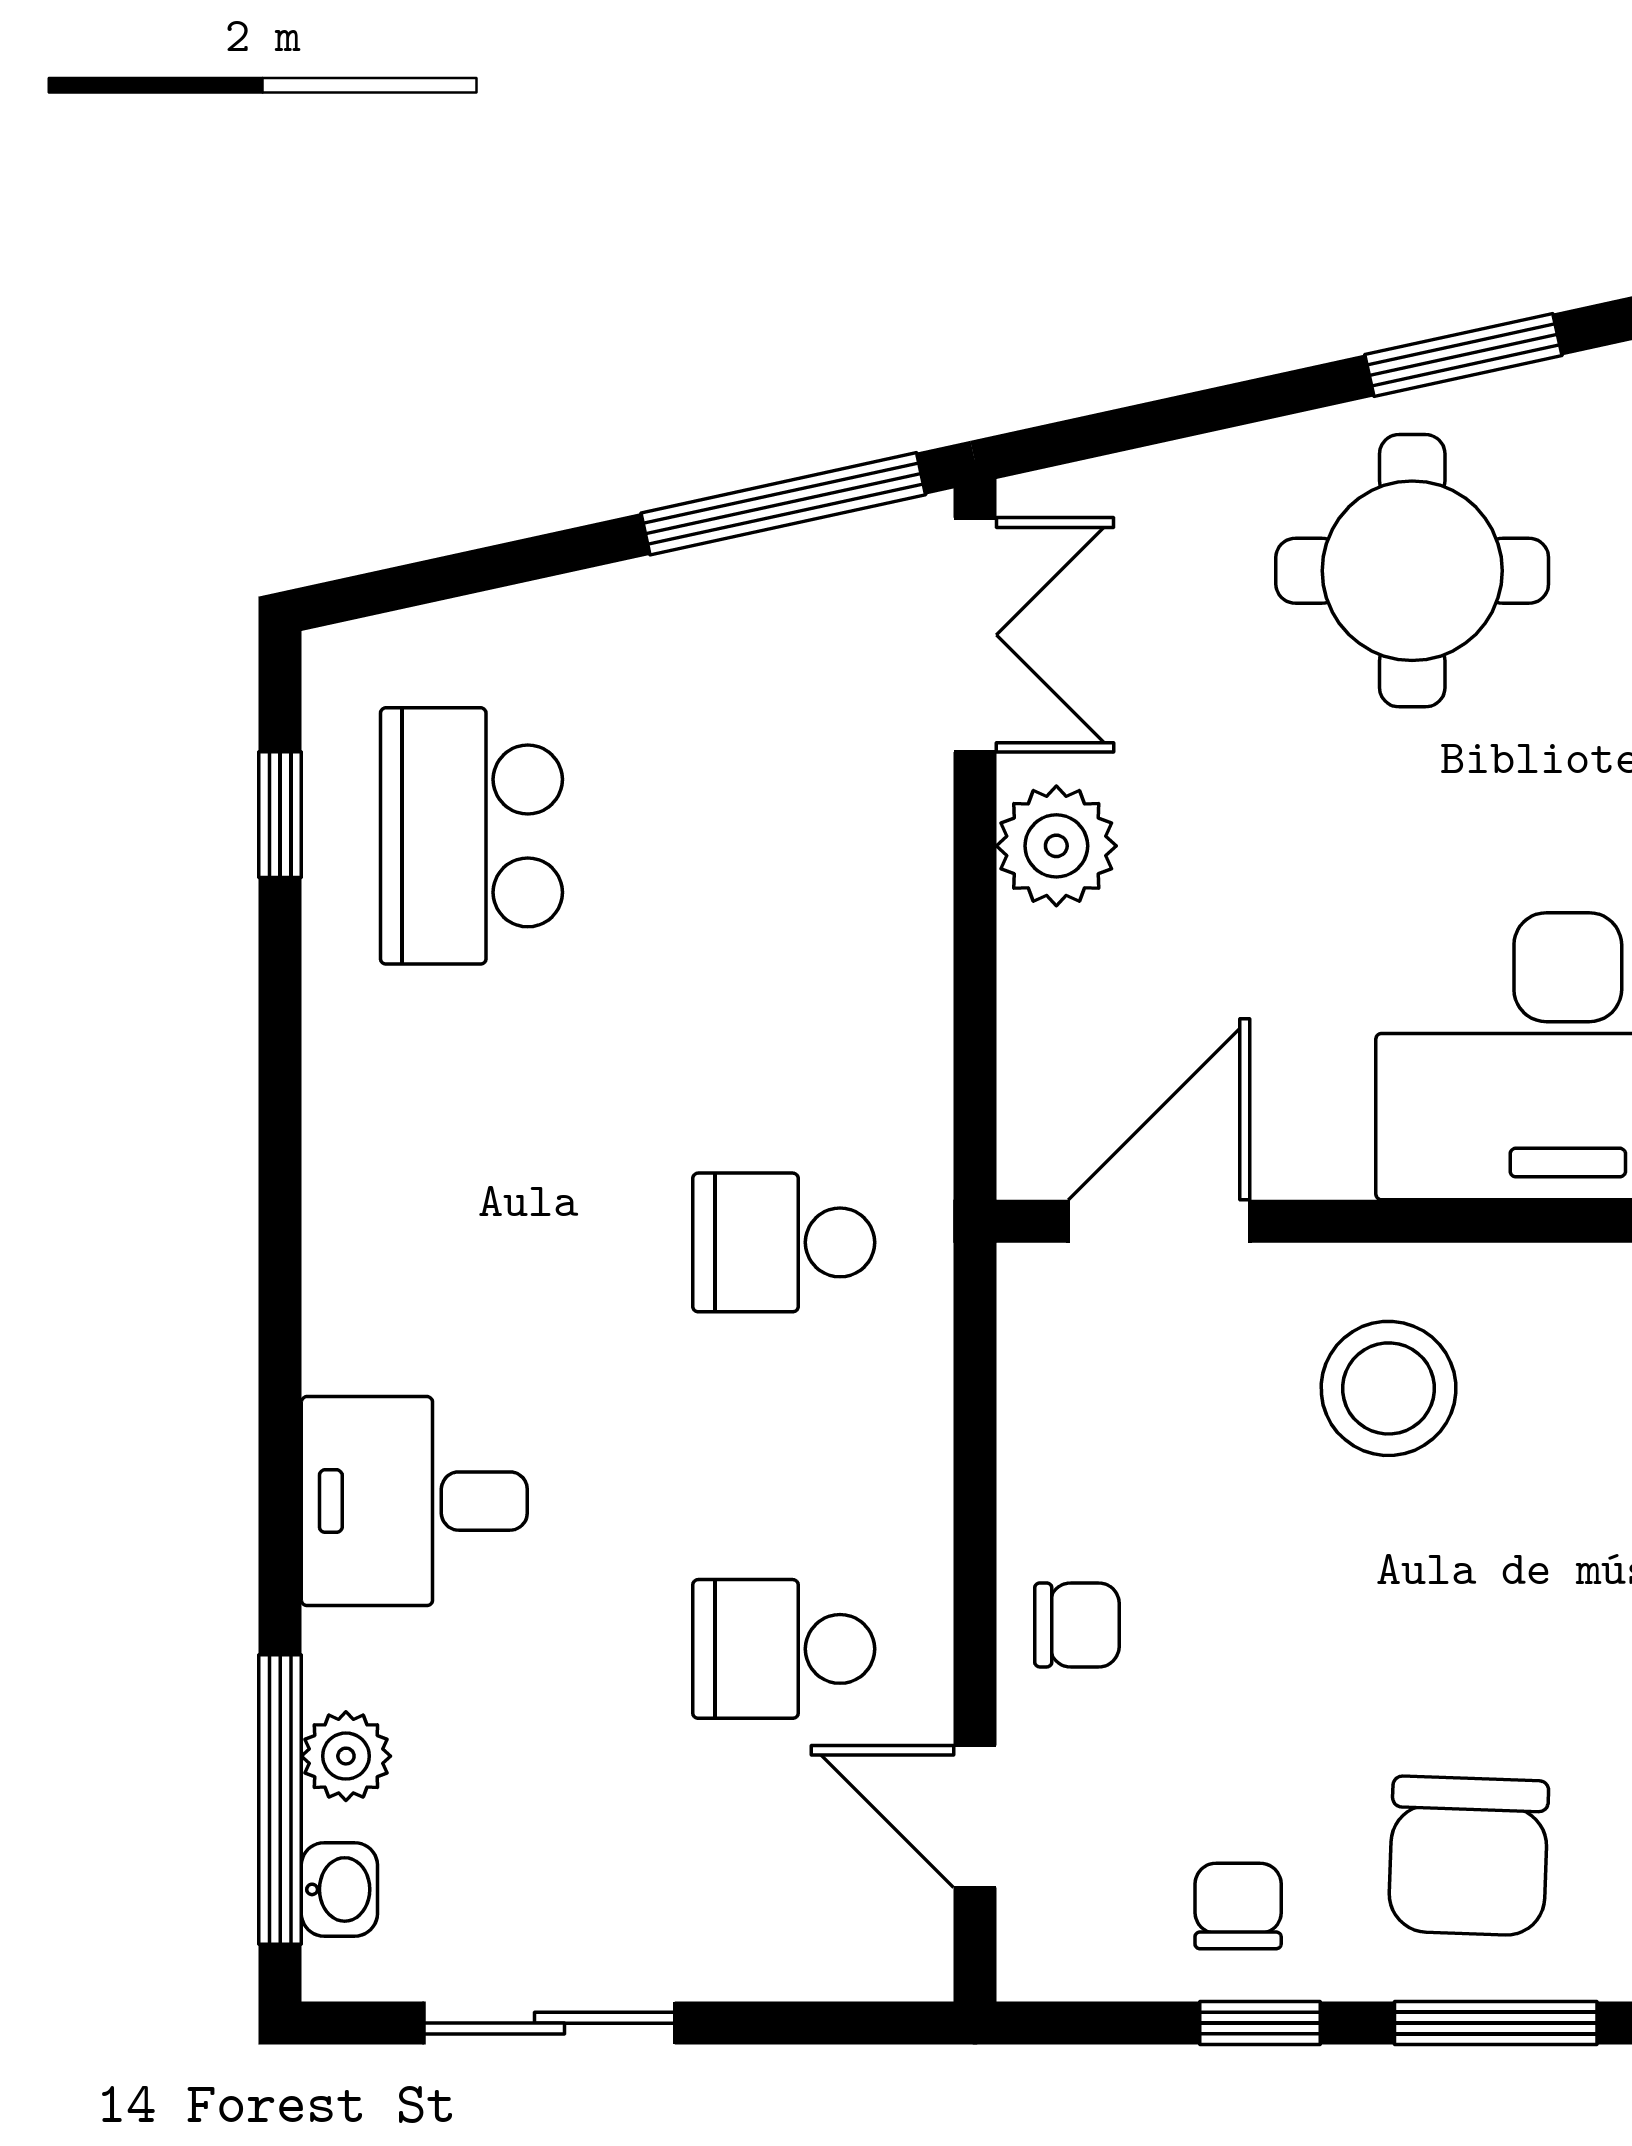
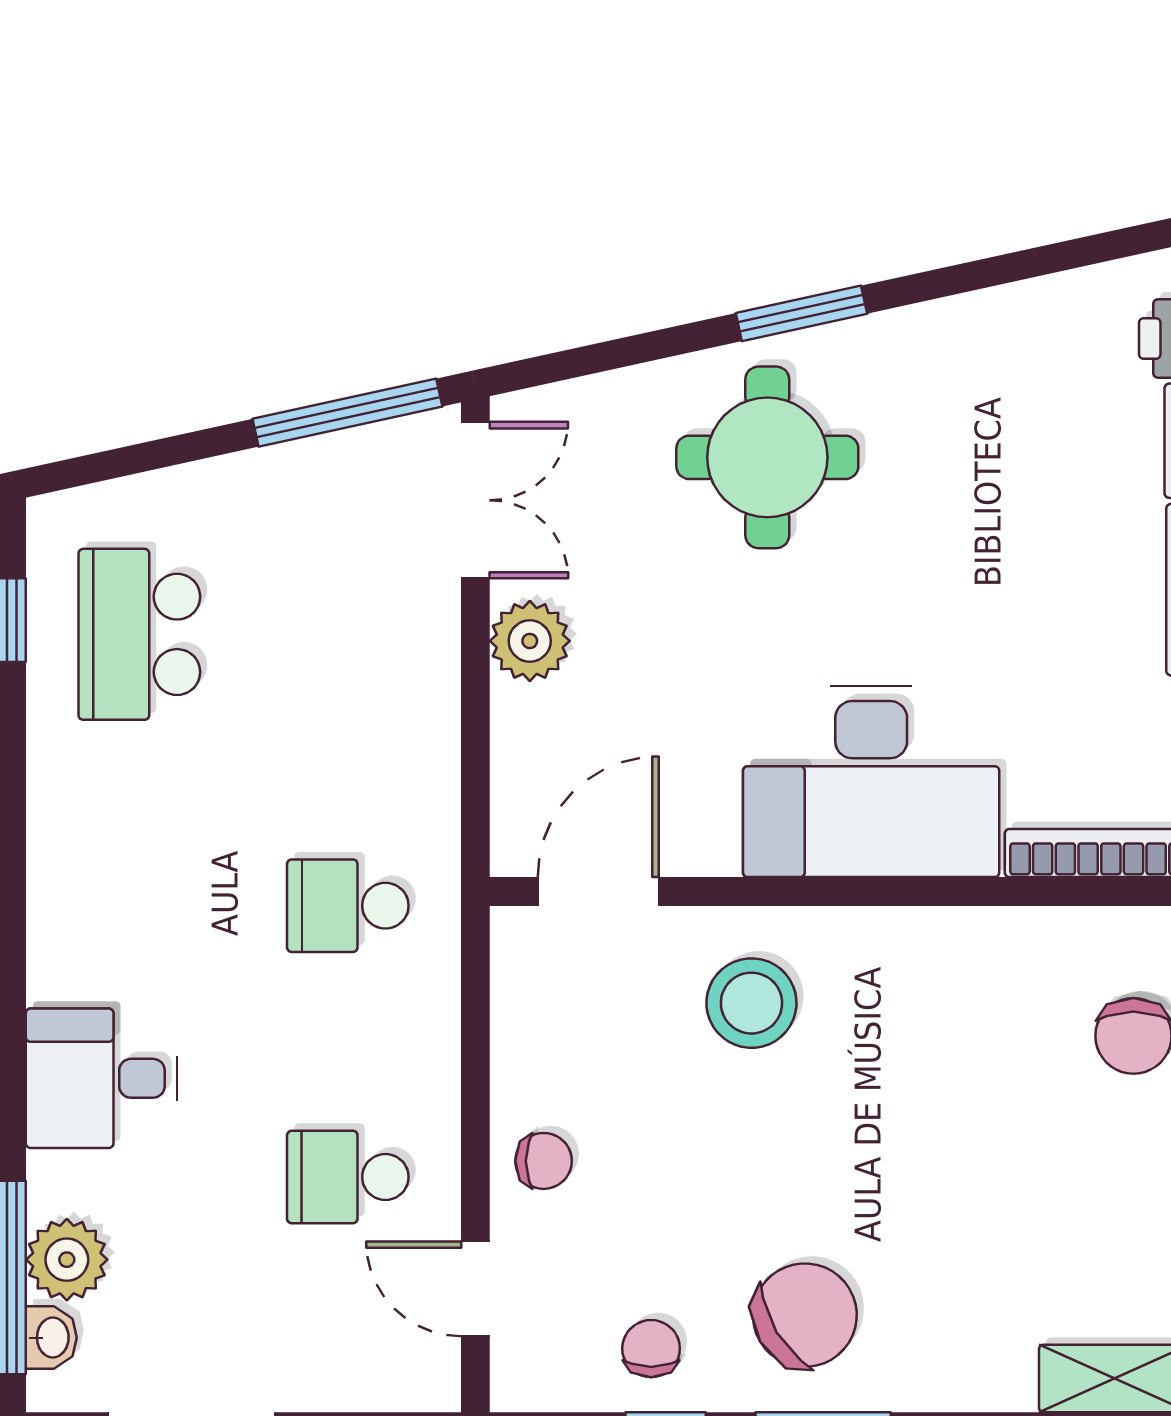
plant: (346, 1756) -> (67, 1260), width x1.38, depth x1.38
chair: (1468, 1856) -> (805, 1315), turned -123

